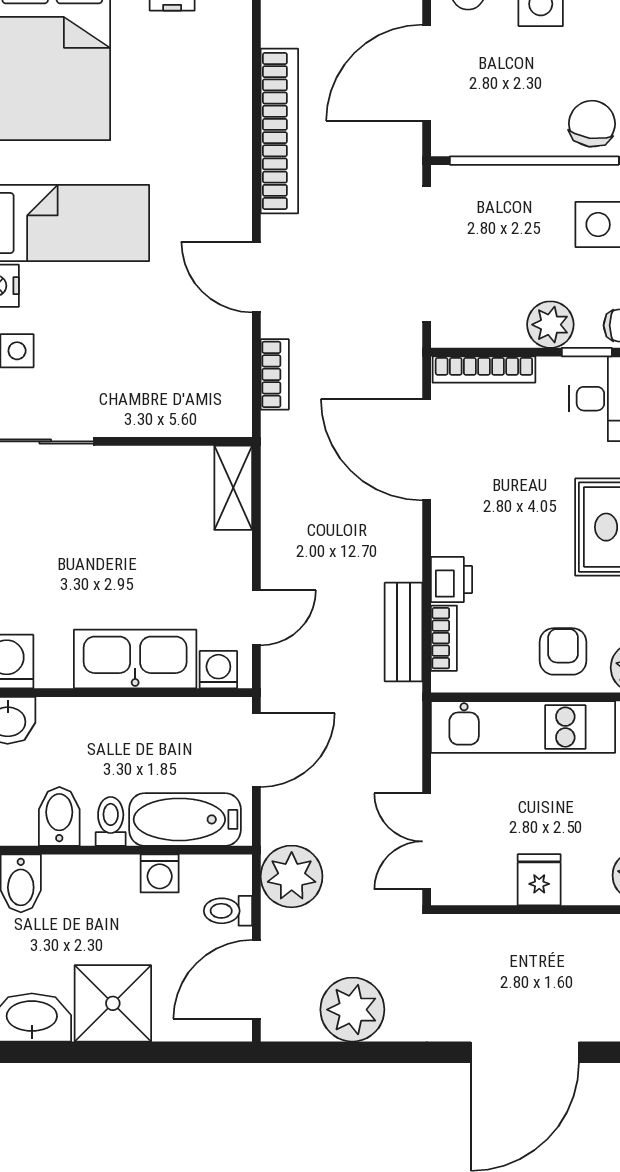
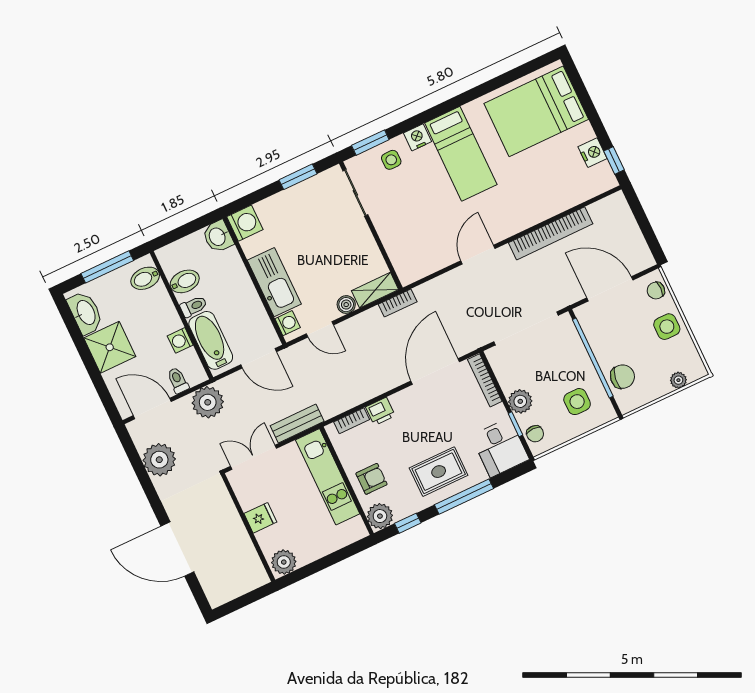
bookcase: (275, 374) -> (398, 303), moved
boiler: (235, 551) -> (346, 305), added
bench: (404, 632) -> (297, 424), moved

